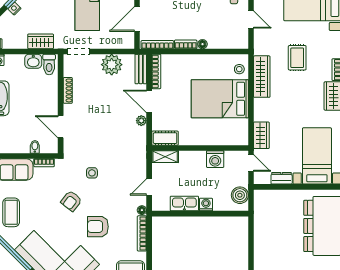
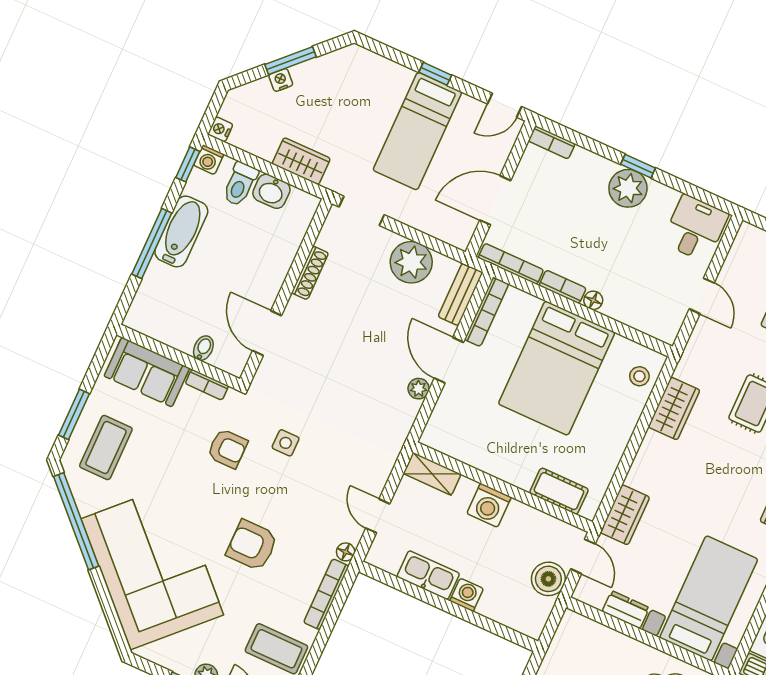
toilet: (49, 65) -> (240, 184), moved
wardrobe: (262, 77) -> (674, 408), width x0.67
bed: (220, 99) -> (557, 368), moved, turned -90
cot: (165, 138) -> (559, 491), moved
washing machine: (215, 159) -> (489, 505), moved
door: (149, 187) -> (378, 516), hinge flipped
boiler: (240, 195) -> (548, 579), moved
armchair: (71, 201) -> (227, 448), moved, turned -128

